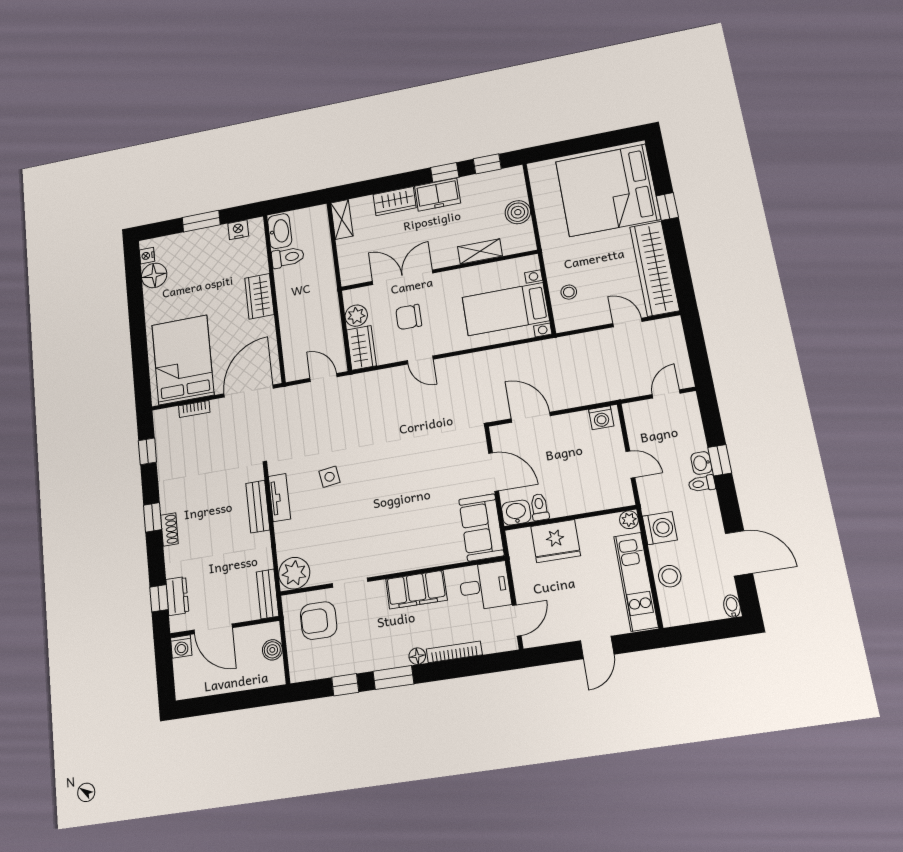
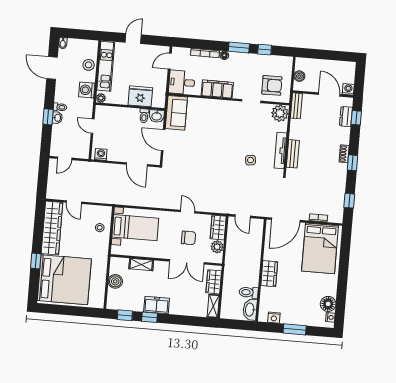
wardrobe: (395, 201) -> (214, 282), moved, turned -90
tv unit: (279, 498) -> (280, 151), width x1.41

